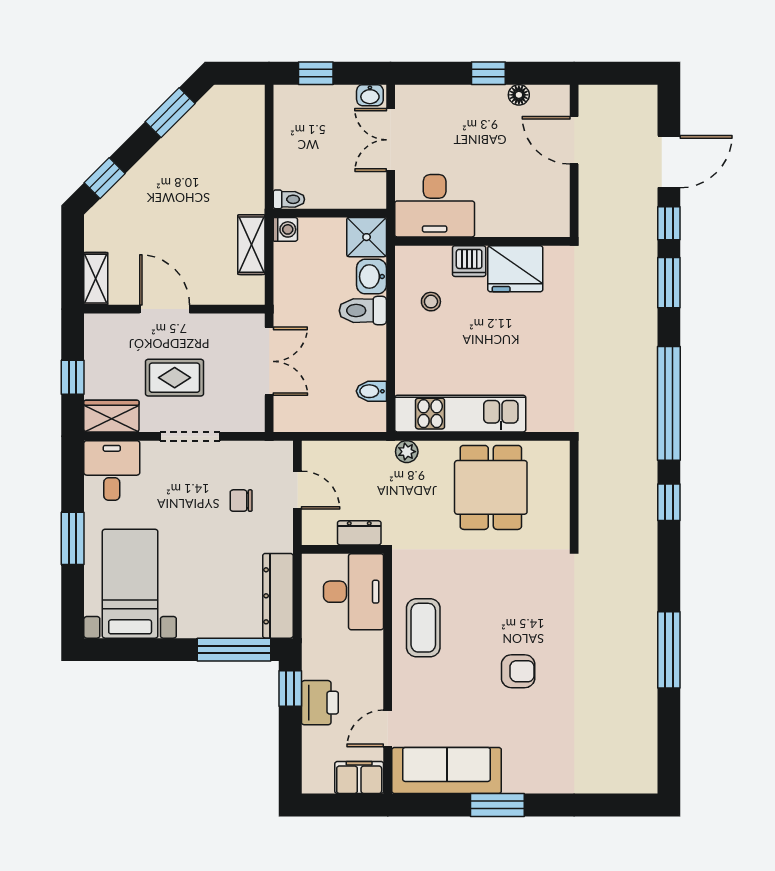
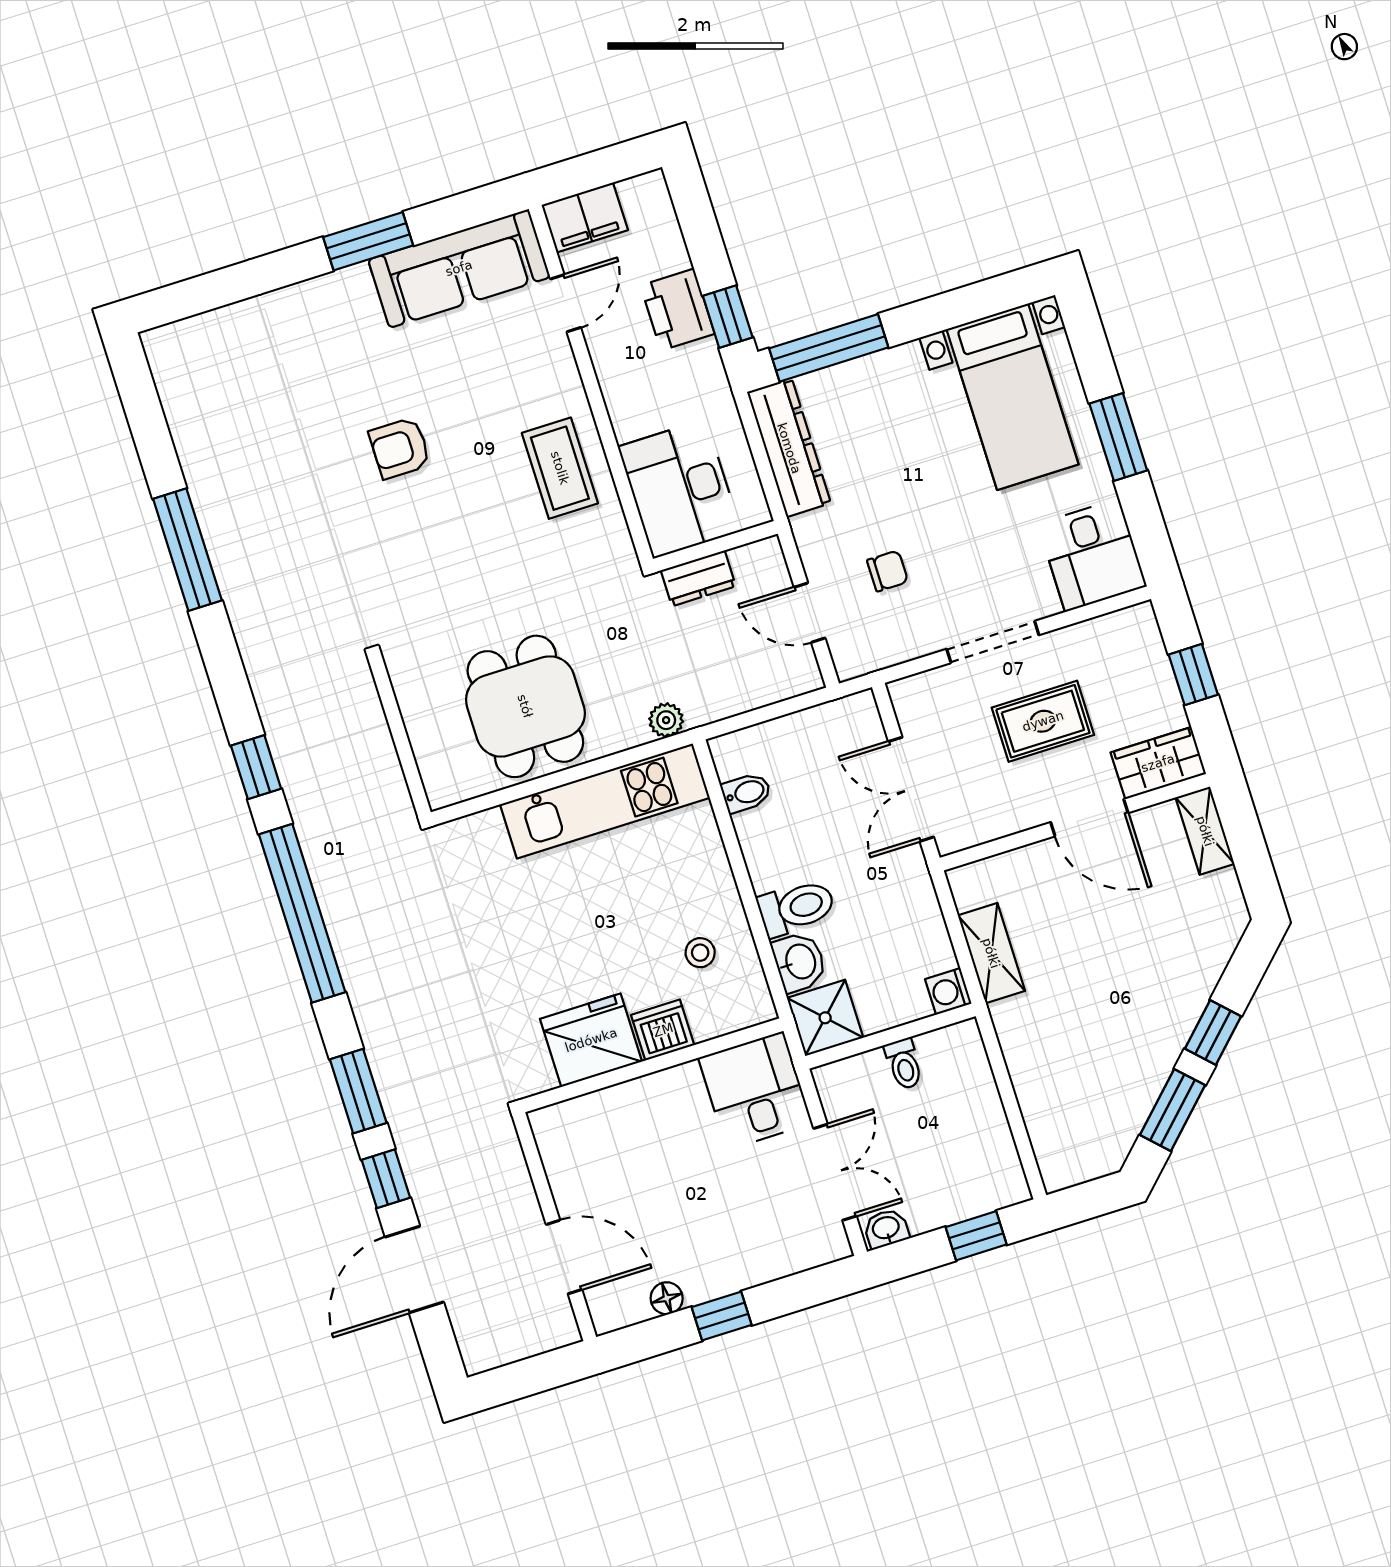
window: (105, 178) -> (1213, 1032), moved
toilet: (289, 199) -> (904, 1064), moved, turned -90
desk: (435, 206) -> (755, 1091), width x0.73
wardrobe: (111, 416) -> (1158, 763), moved, turned 180

